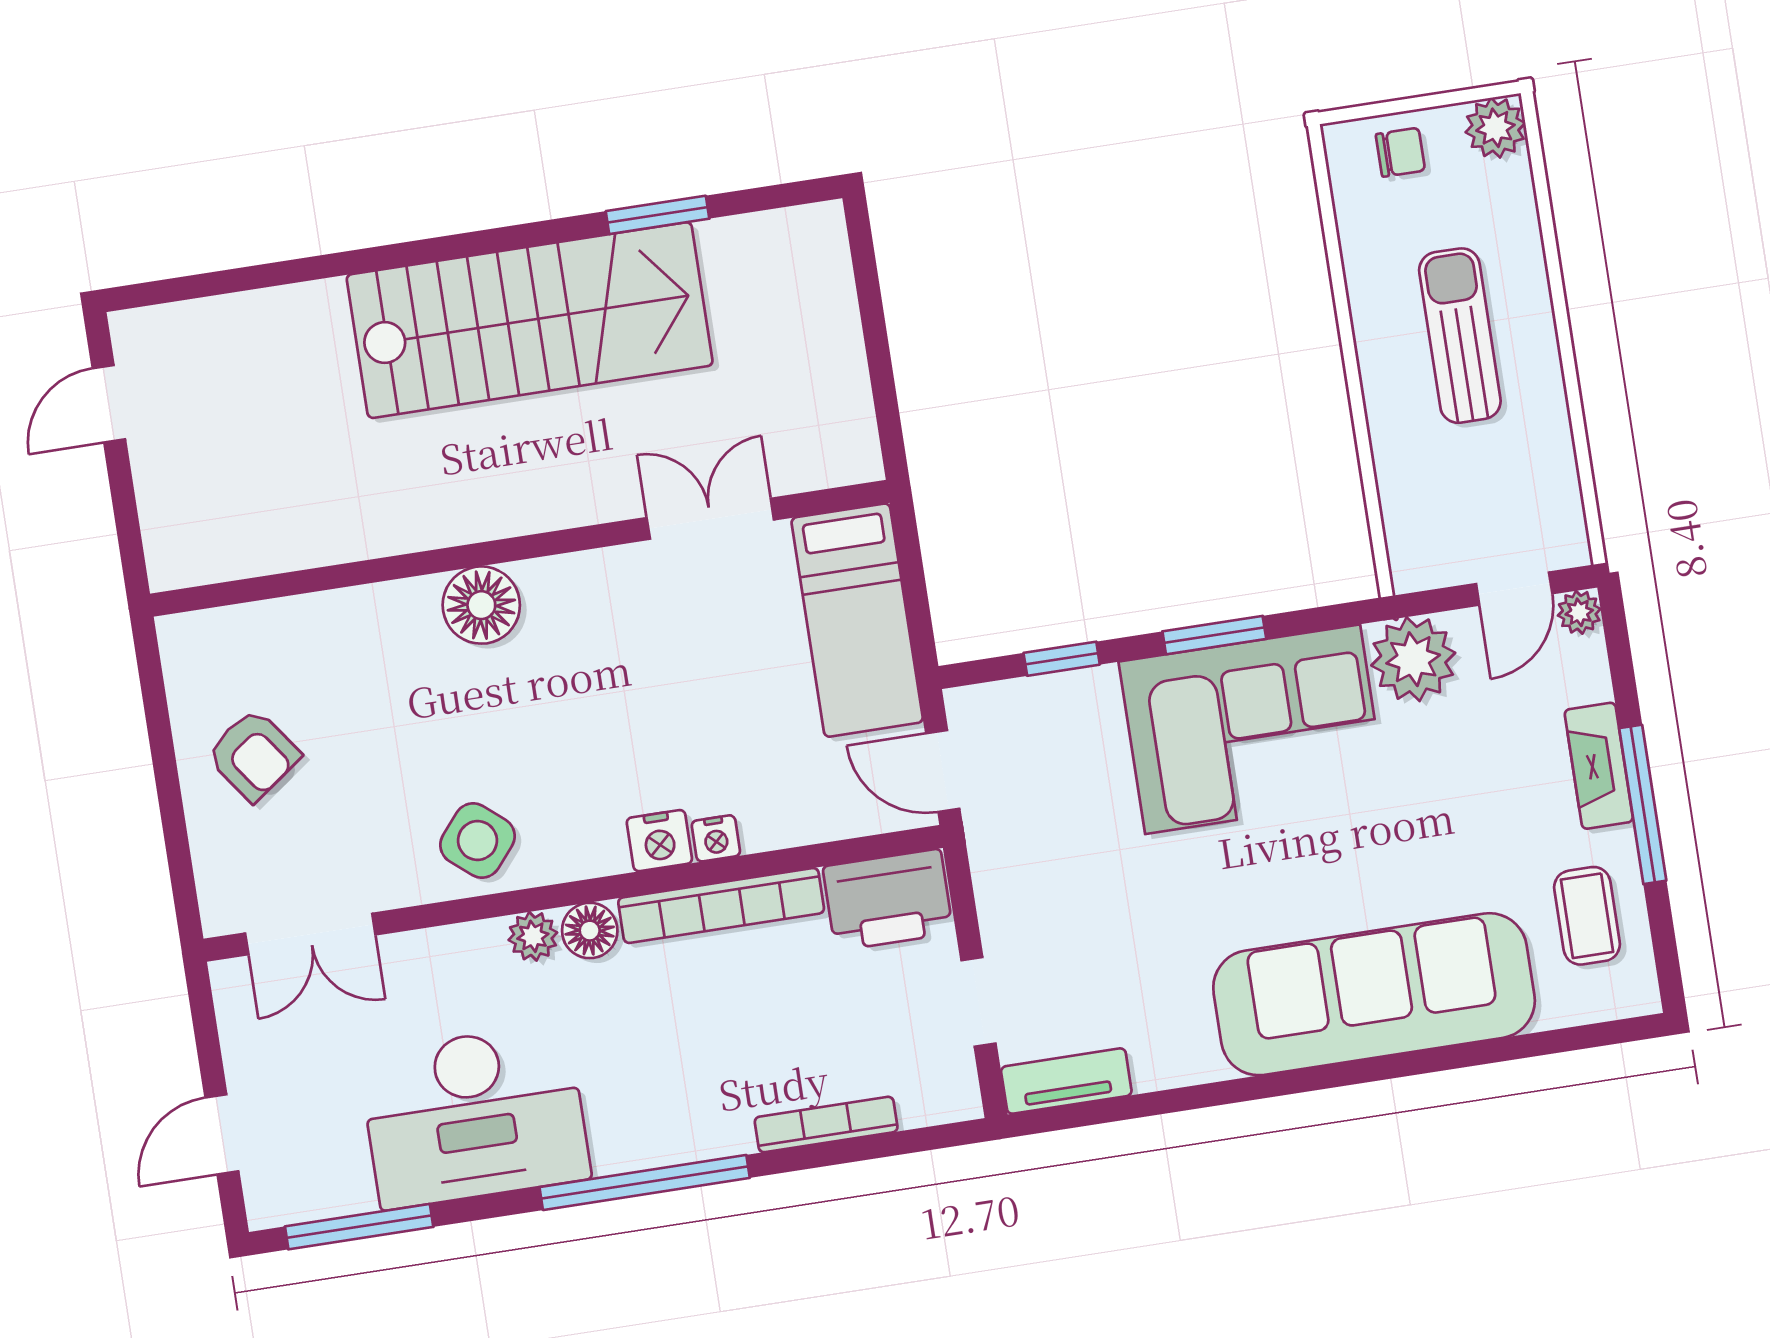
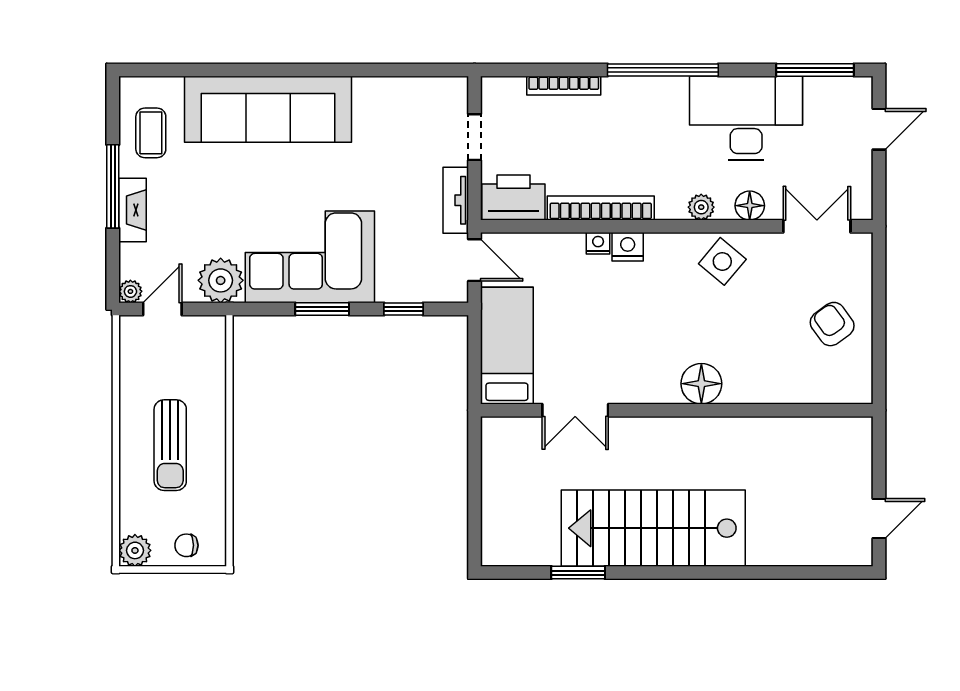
floor lamp: (590, 931) -> (750, 206), moved
tv unit: (1066, 1081) -> (456, 200), moved, turned 90

